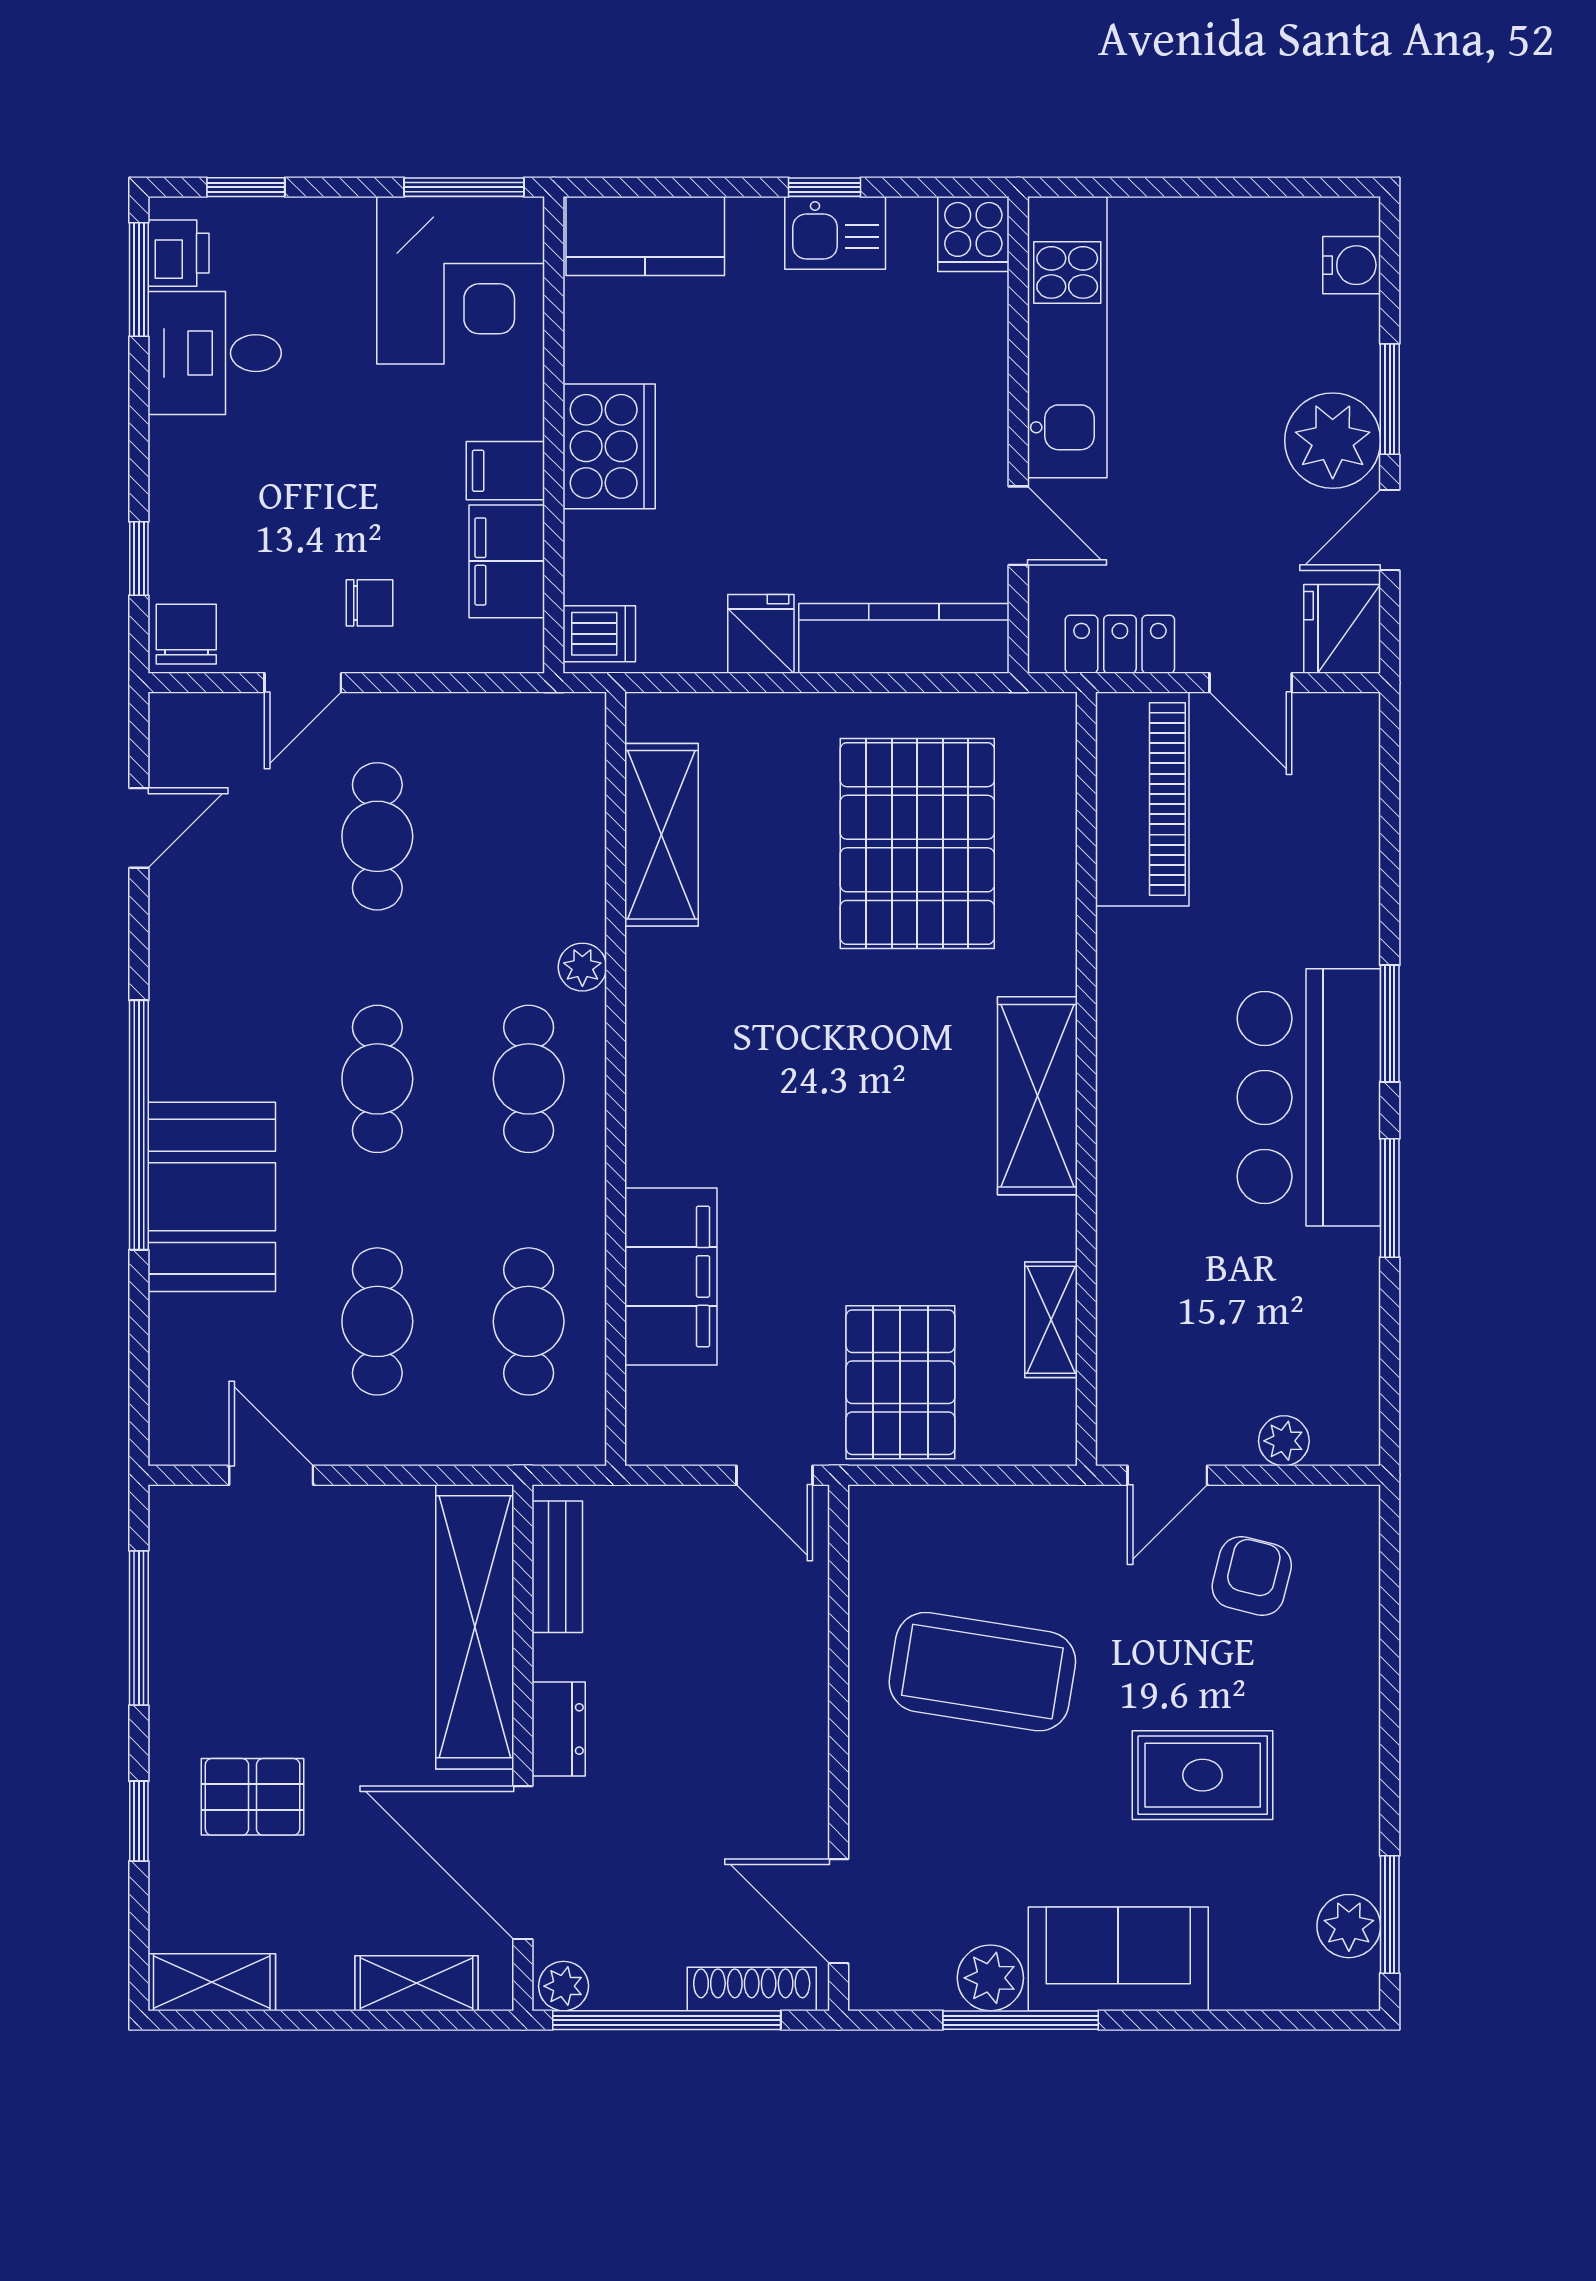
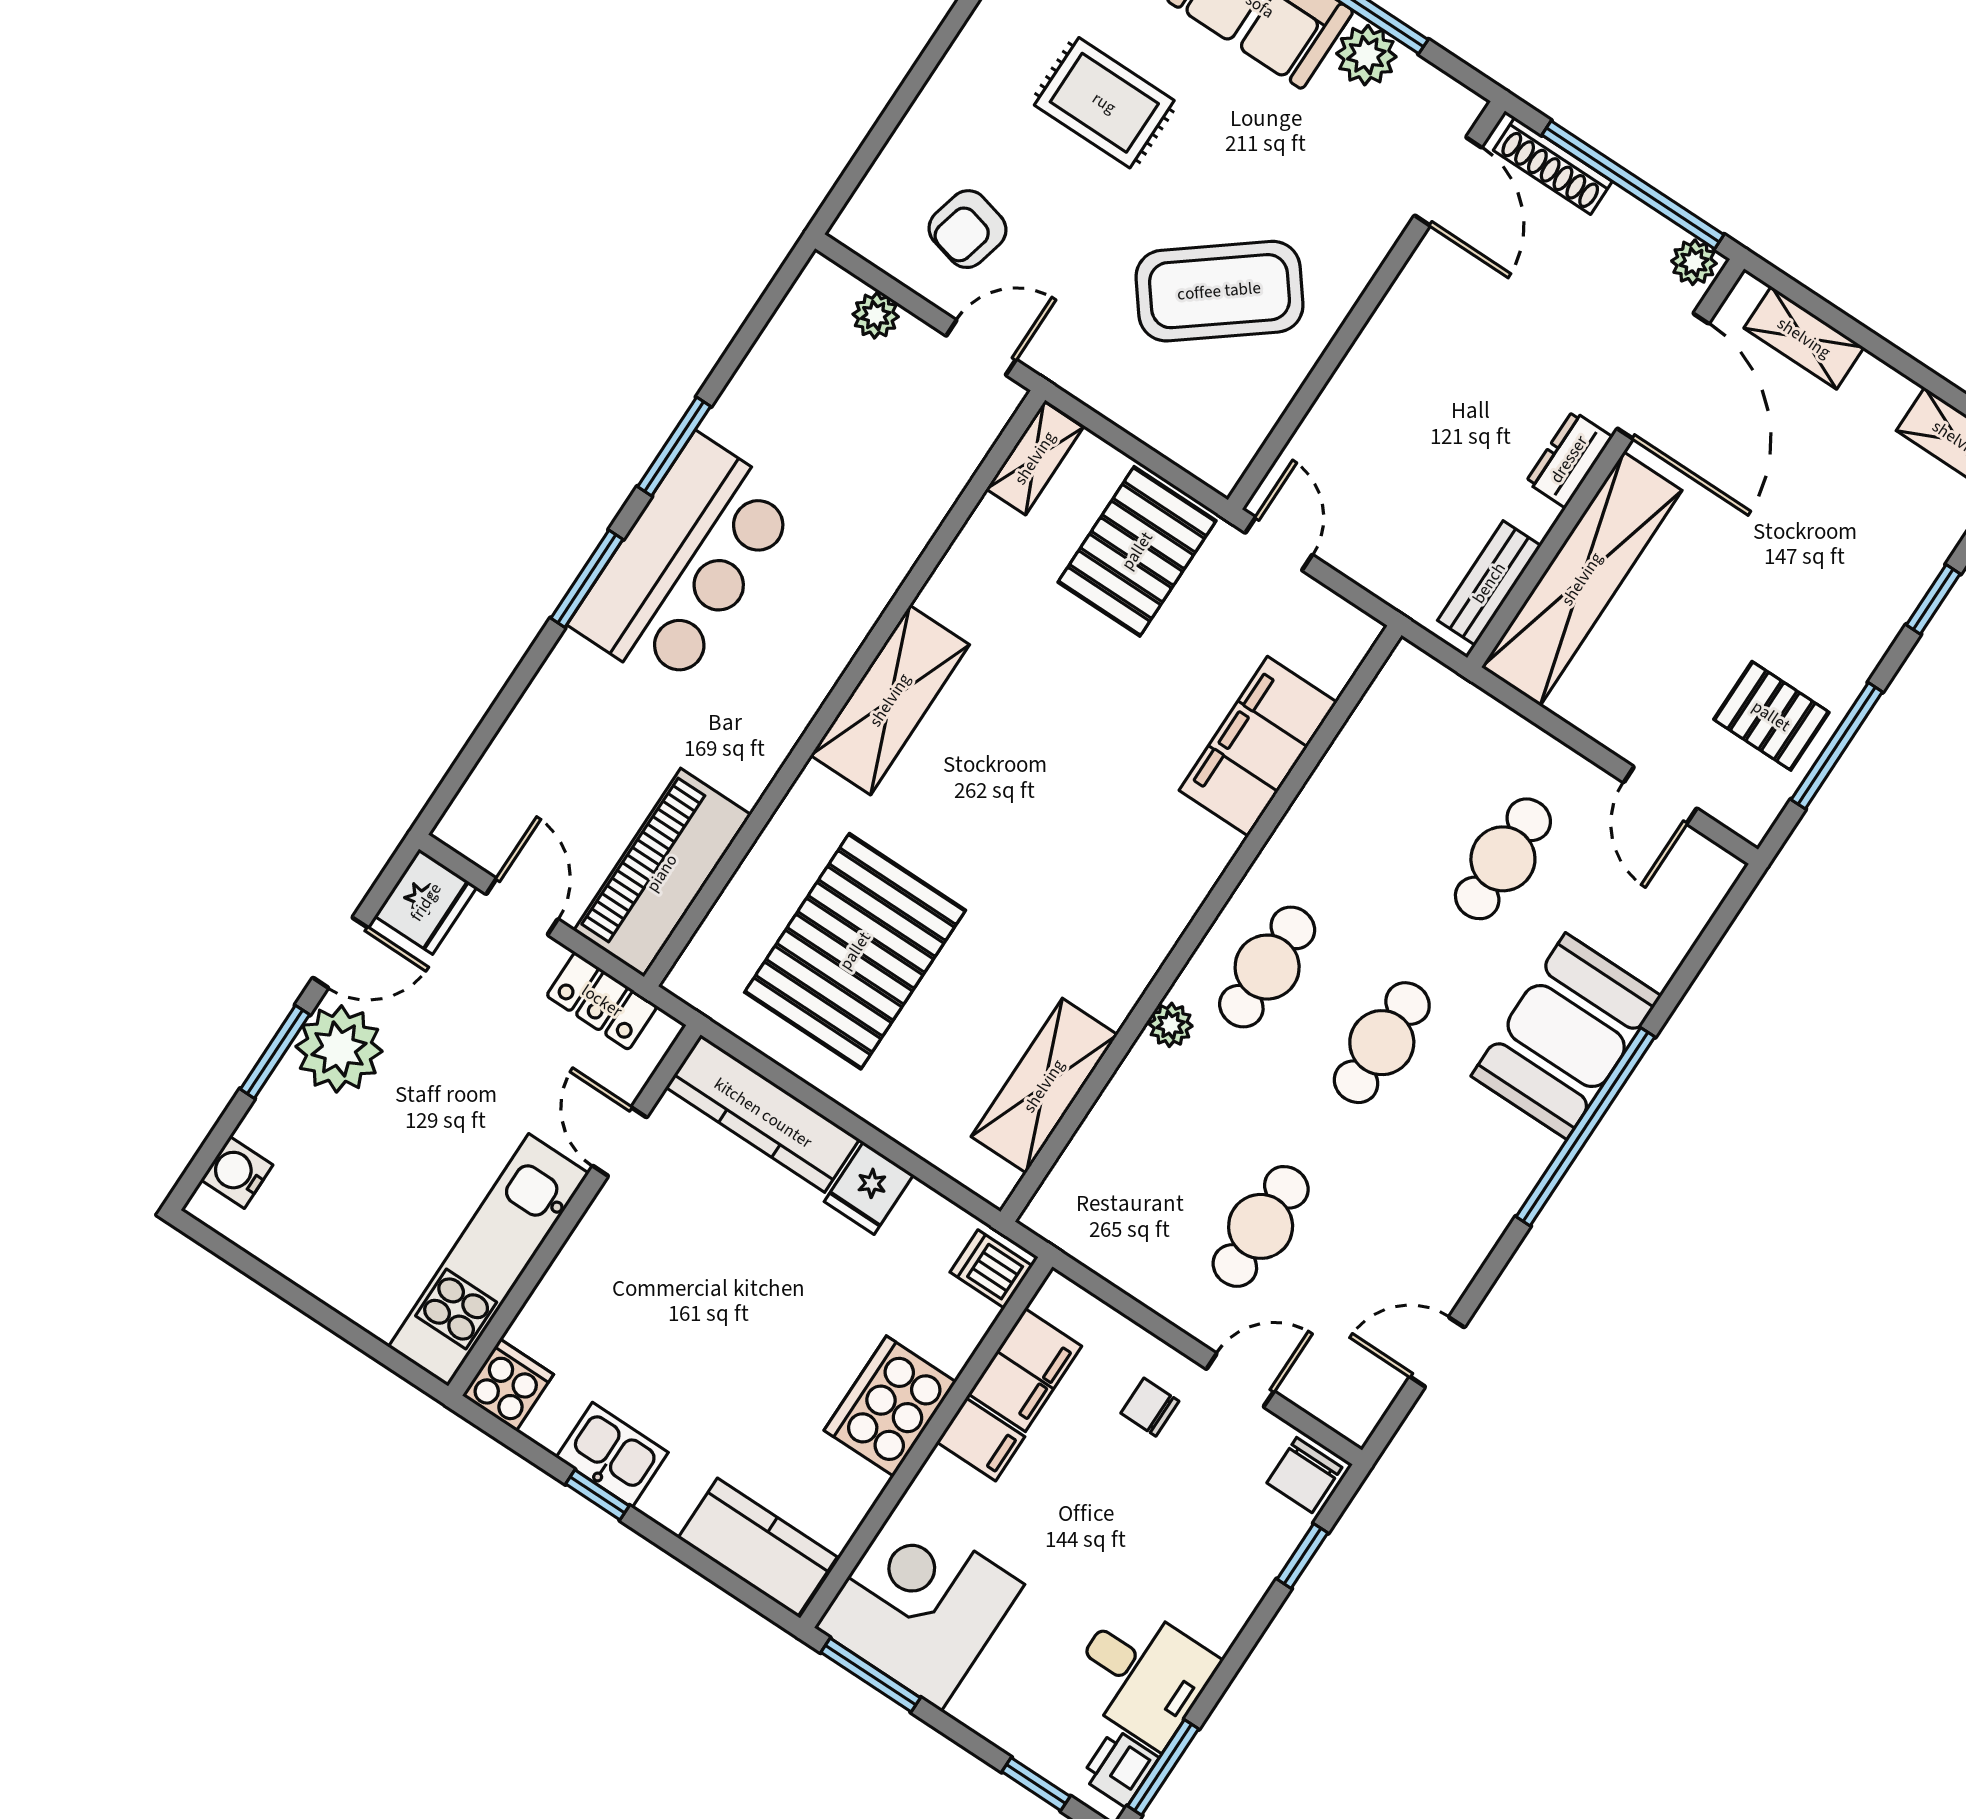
shelving: (1051, 1320) -> (1035, 458), moved
cafe table: (529, 1321) -> (1388, 783), removed
coffee table: (982, 1672) -> (1219, 291), turned -47
pallet: (253, 1797) -> (1771, 716), moved

